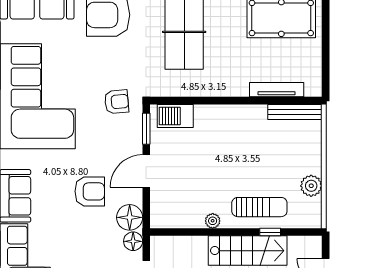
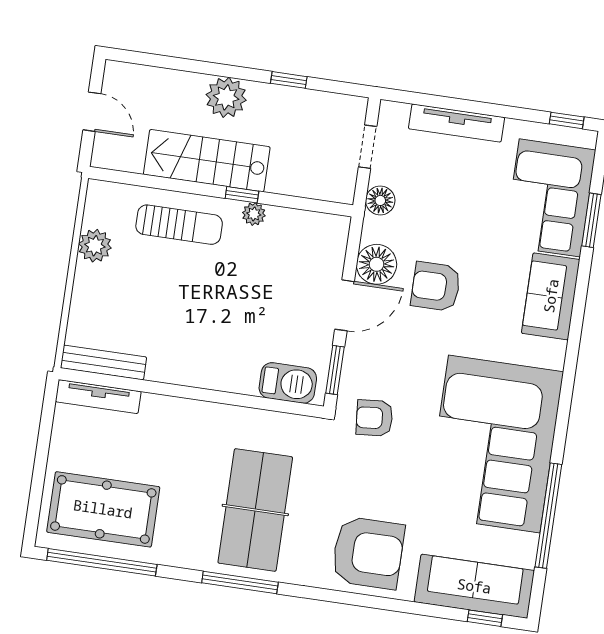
tv unit: (277, 90) -> (98, 397), moved
sun lounger: (259, 207) -> (179, 225), turned 180
floor lamp: (130, 217) -> (376, 264), moved
window: (270, 232) -> (242, 195), moved

